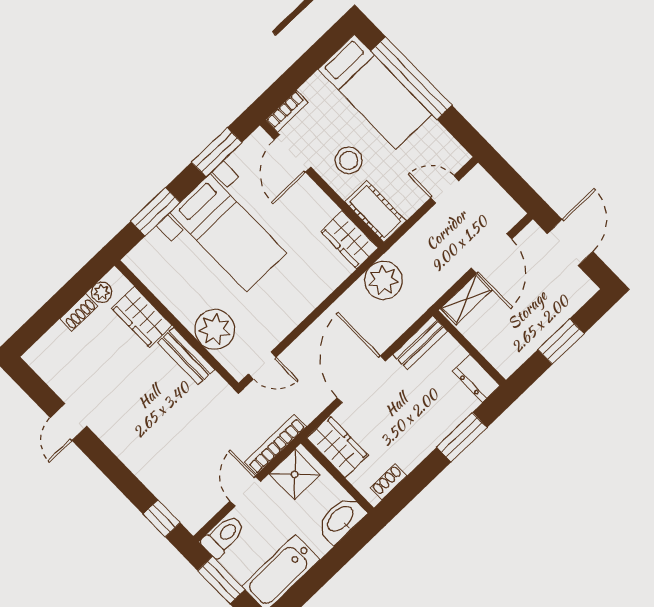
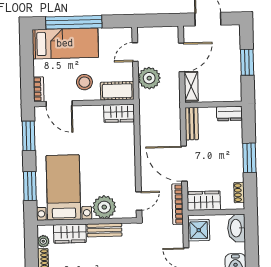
bed with nightstands: (228, 233) -> (63, 187), moved, turned -90
door: (492, 254) -> (182, 57), hinge flipped
plant: (383, 280) -> (149, 78), moved
window: (462, 437) -> (249, 158), moved
bookcase: (275, 444) -> (178, 204), moved

